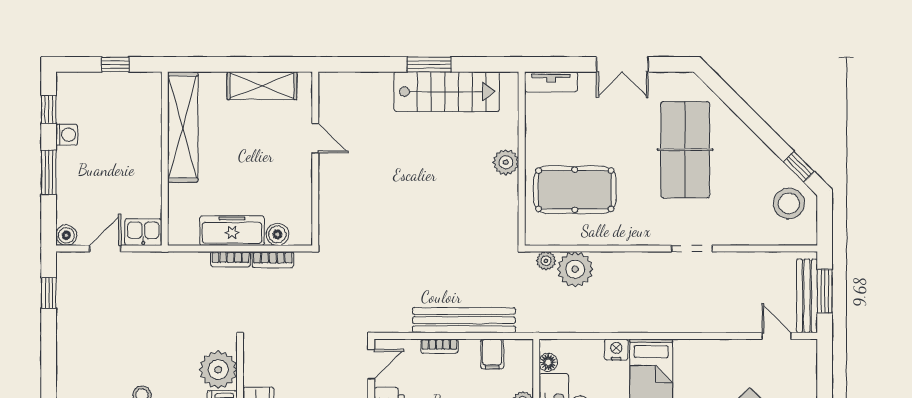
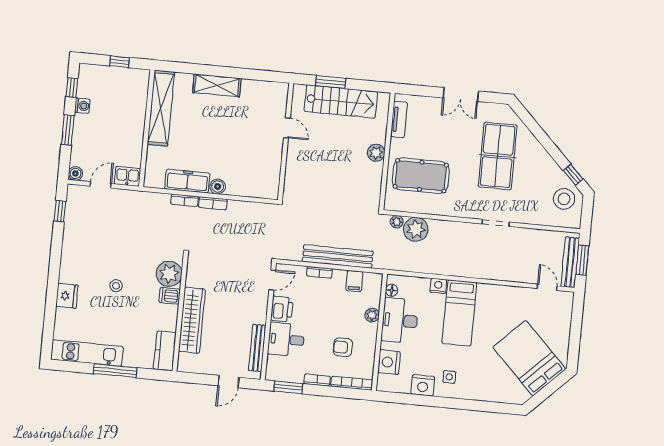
tv unit: (551, 82) -> (399, 119), moved, turned -90
door: (315, 138) -> (287, 128), moved
wall: (315, 159) -> (286, 142), moved

